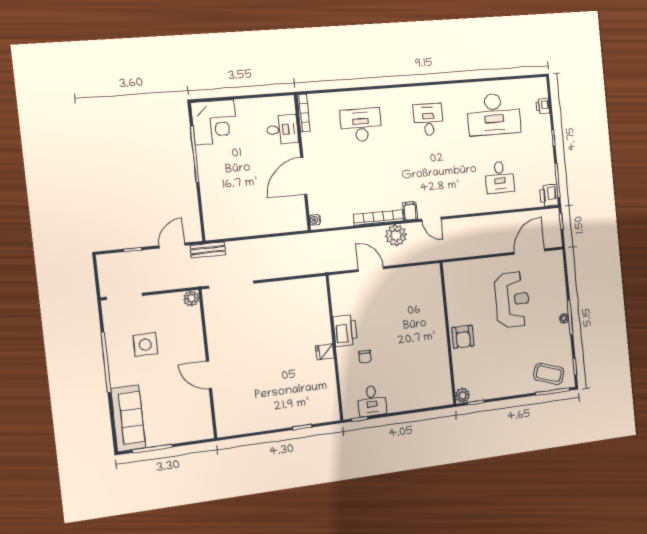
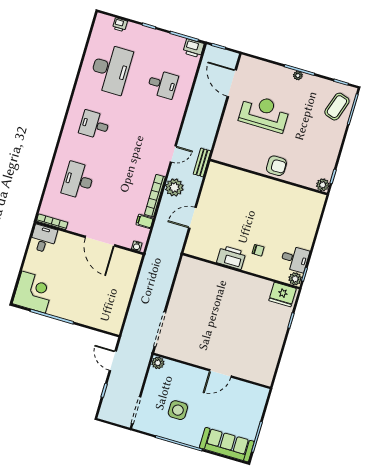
desk: (282, 129) -> (43, 239), moved
filing cabinet: (410, 211) -> (145, 221), moved
bench: (208, 250) -> (202, 162), moved
fridge: (325, 352) -> (282, 295), moved, width x1.88, depth x1.34
plant: (350, 411) -> (295, 279), added

